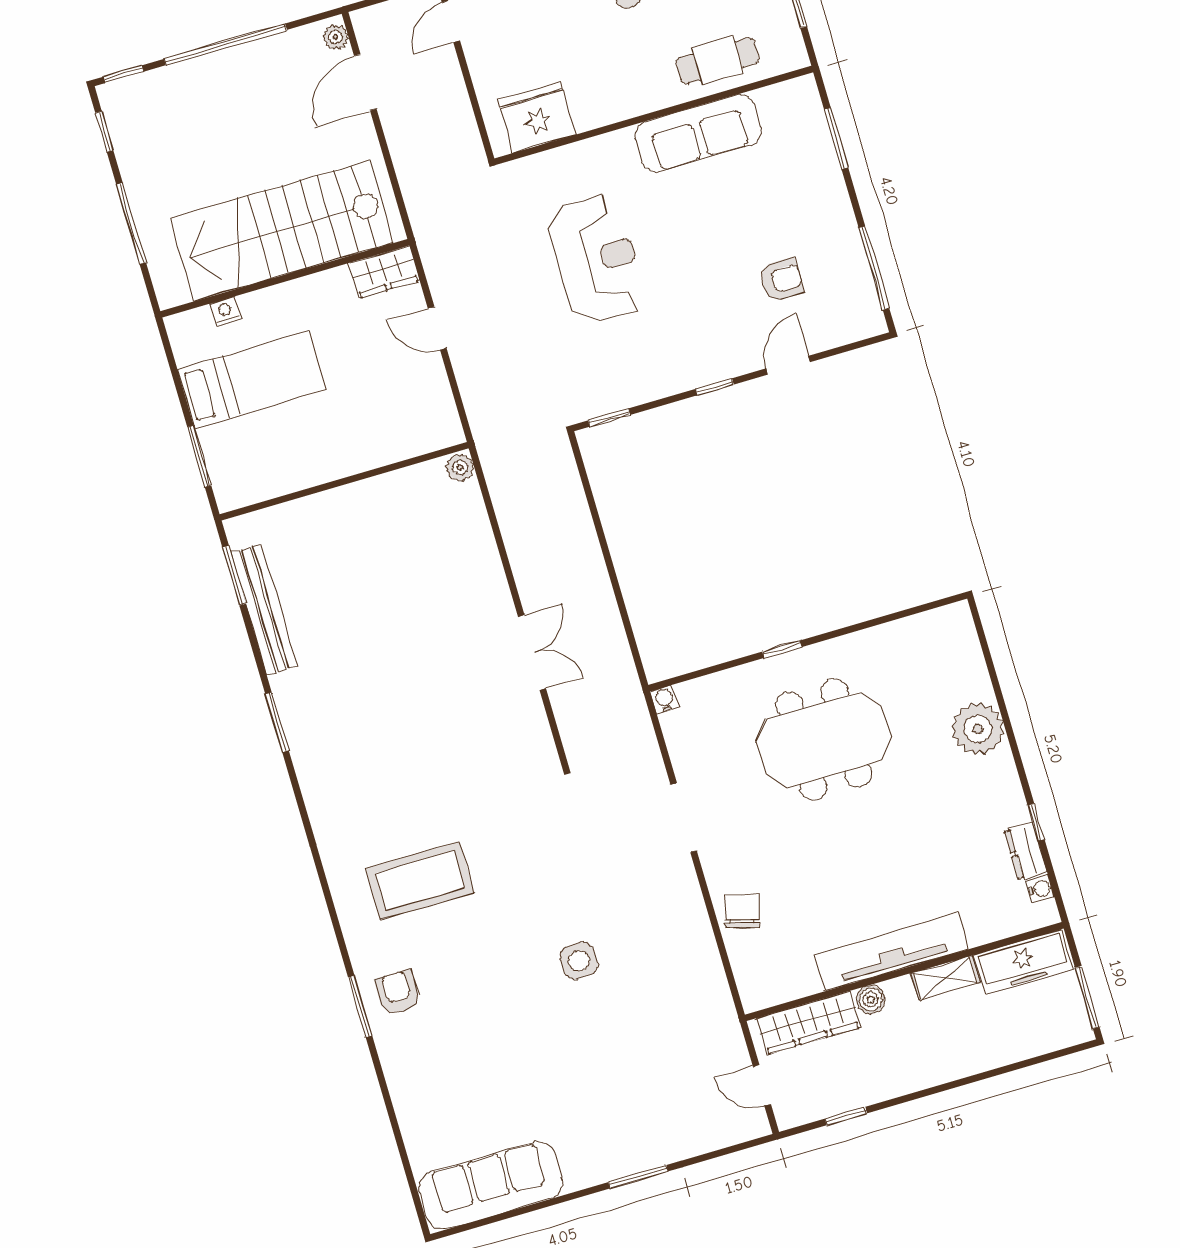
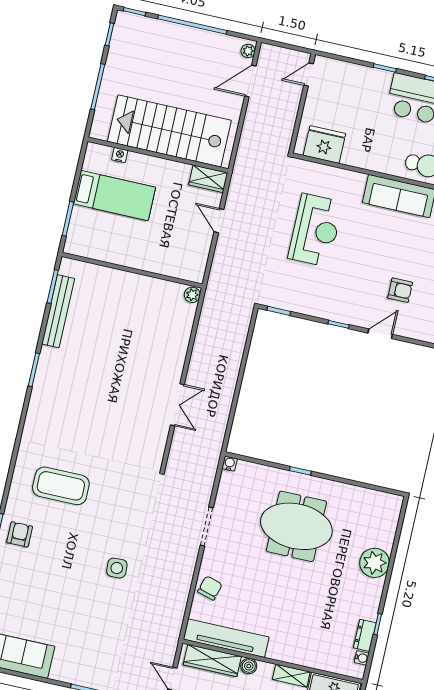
tv unit: (891, 952) -> (226, 638), moved

